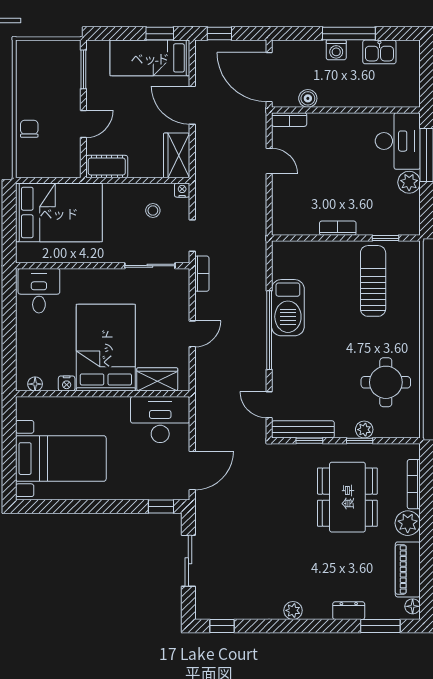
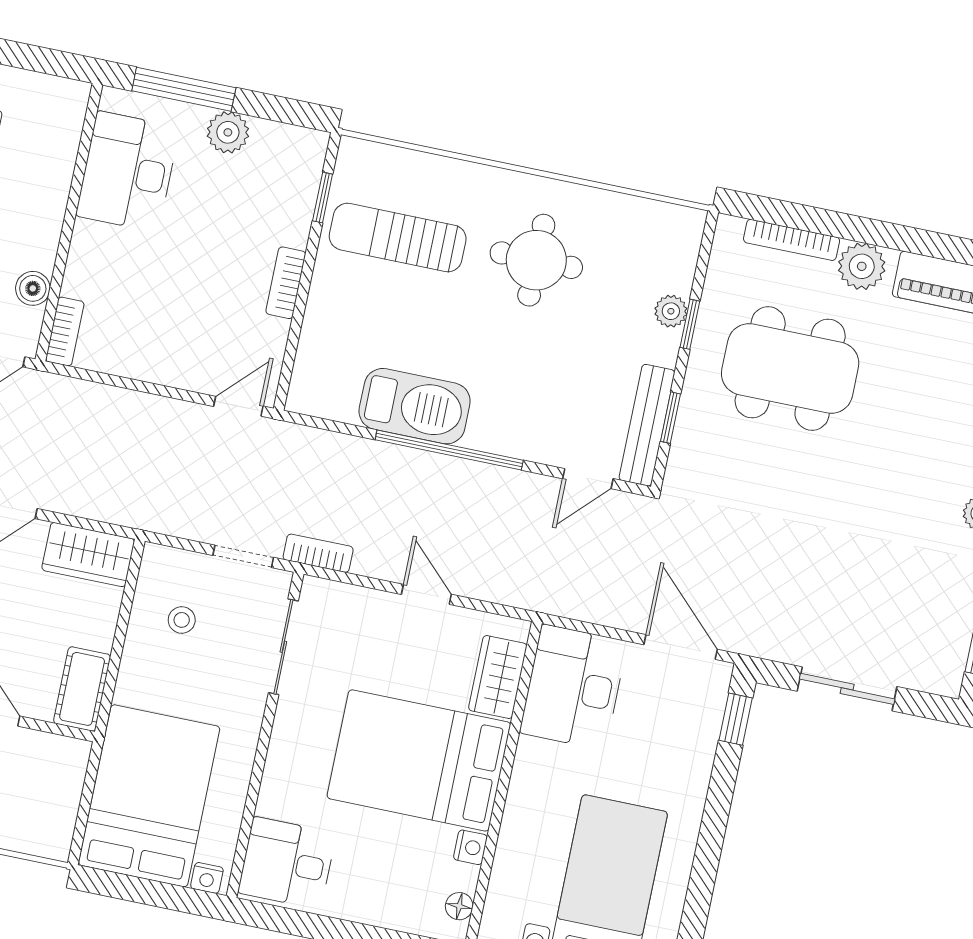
desk: (398, 141) -> (128, 172), moved, turned -90
door: (269, 161) -> (238, 406), moved
nightstand: (182, 190) -> (207, 878), moved, turned -90
round table: (386, 382) -> (536, 260), moved

